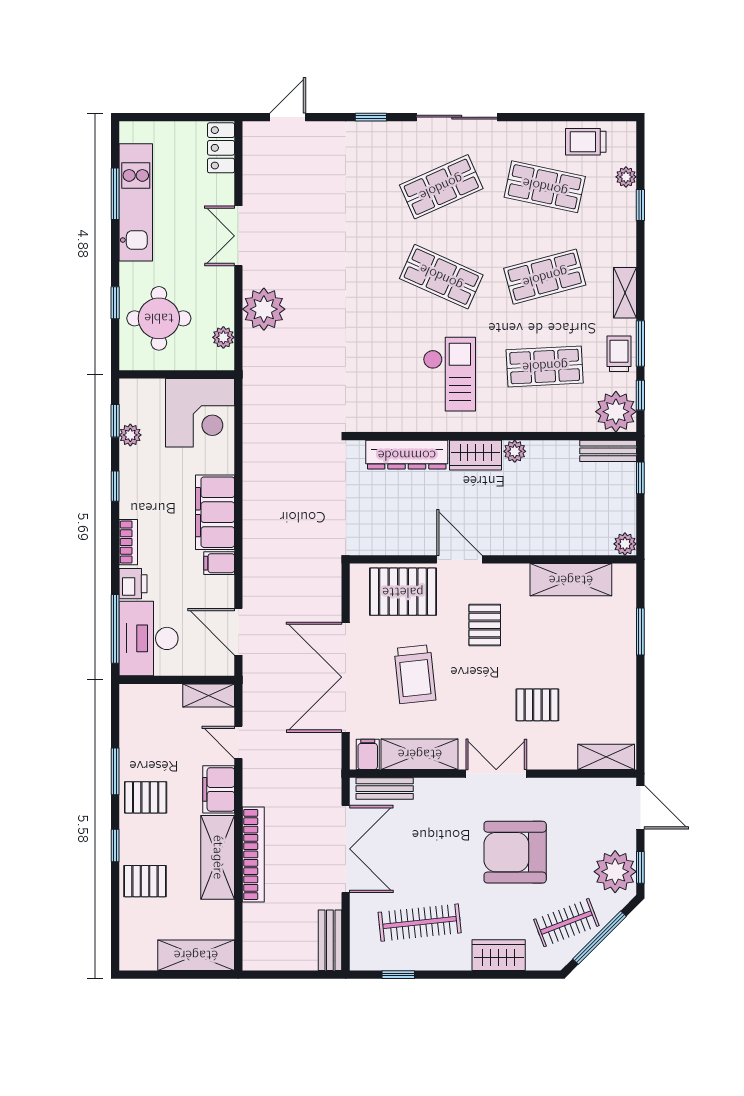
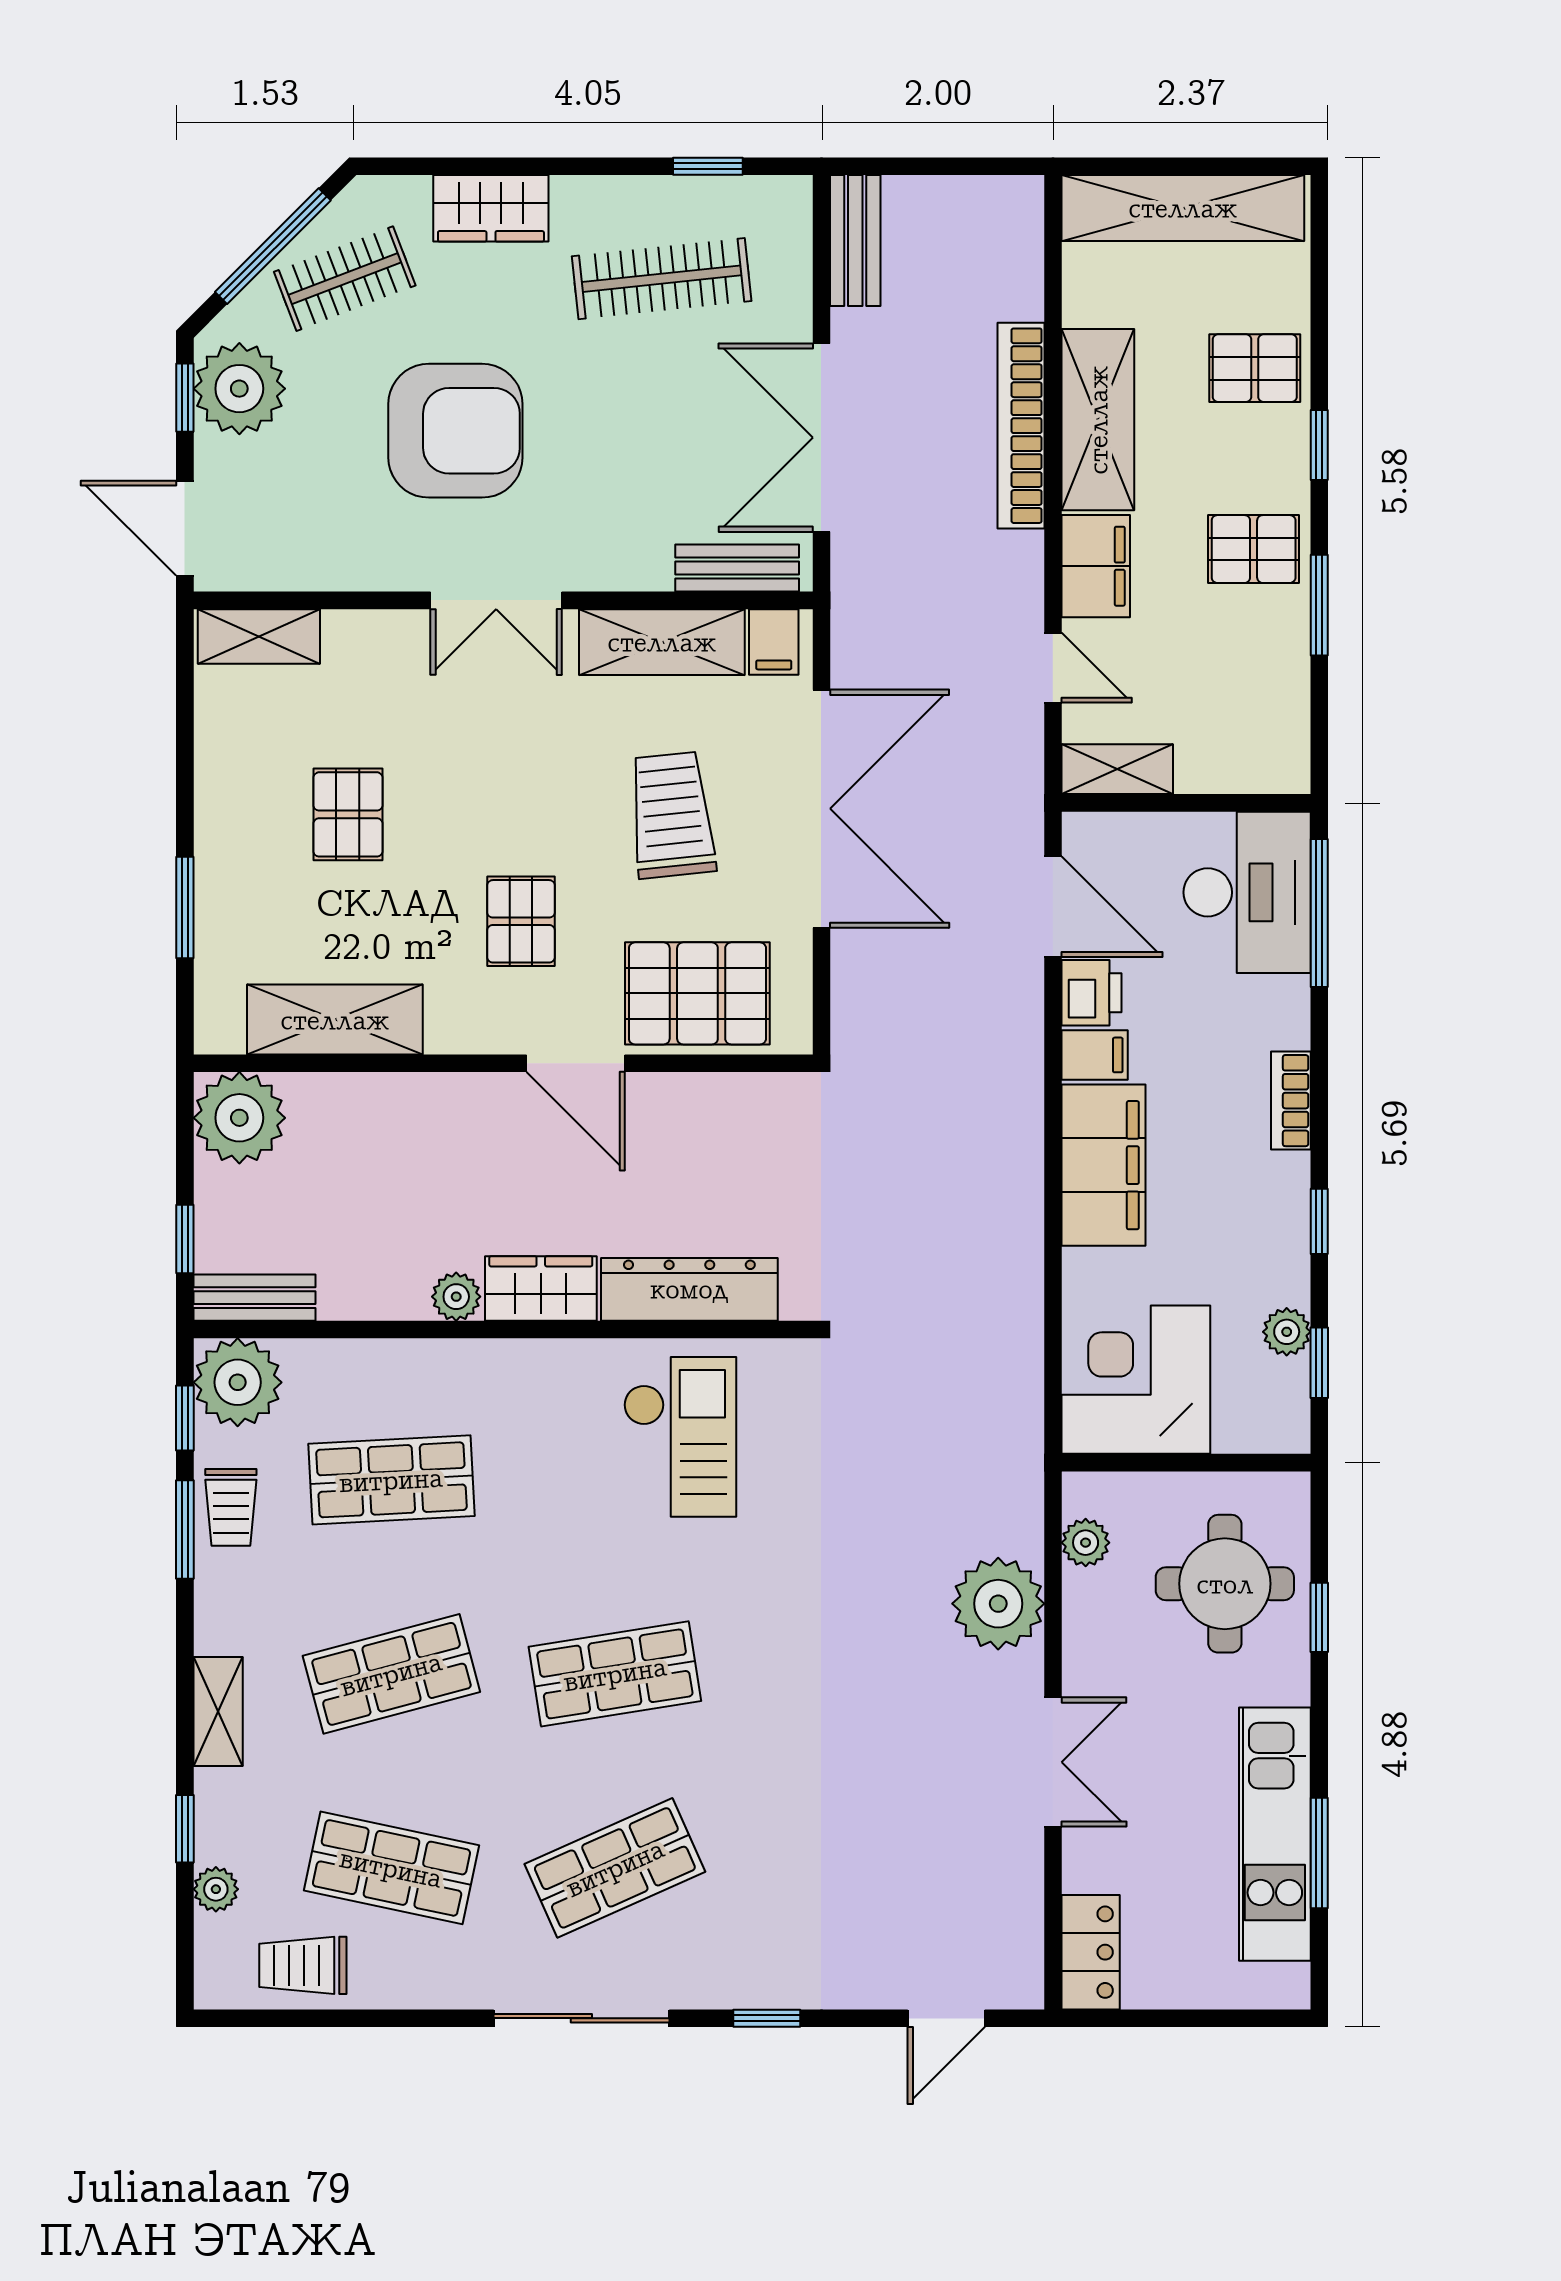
trolley: (586, 142) -> (303, 1965), turned 180
shop shelf: (441, 277) -> (615, 1674), turned -33
shelving: (625, 293) -> (218, 1712), moved
checkout: (449, 374) -> (680, 1437), moved, turned 180
plant: (625, 544) -> (239, 1118), width x1.87, depth x1.87
printer: (133, 584) -> (1092, 993), moved, turned 180
pallet: (537, 705) -> (348, 814), moved, turned 90
shelving: (196, 955) -> (1183, 208), width x1.47

